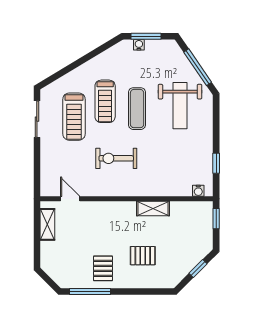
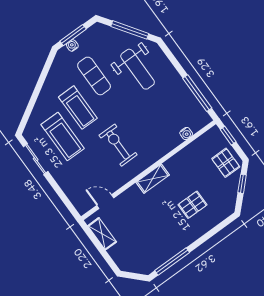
exercise mat: (137, 109) -> (94, 76), moved
exercise bike: (116, 158) -> (118, 145), turned 90
window: (216, 163) -> (197, 93), width x2.17
water cooler: (198, 191) -> (186, 133), moved
shelving: (153, 209) -> (153, 179), moved
pallet: (103, 268) -> (226, 163), moved

